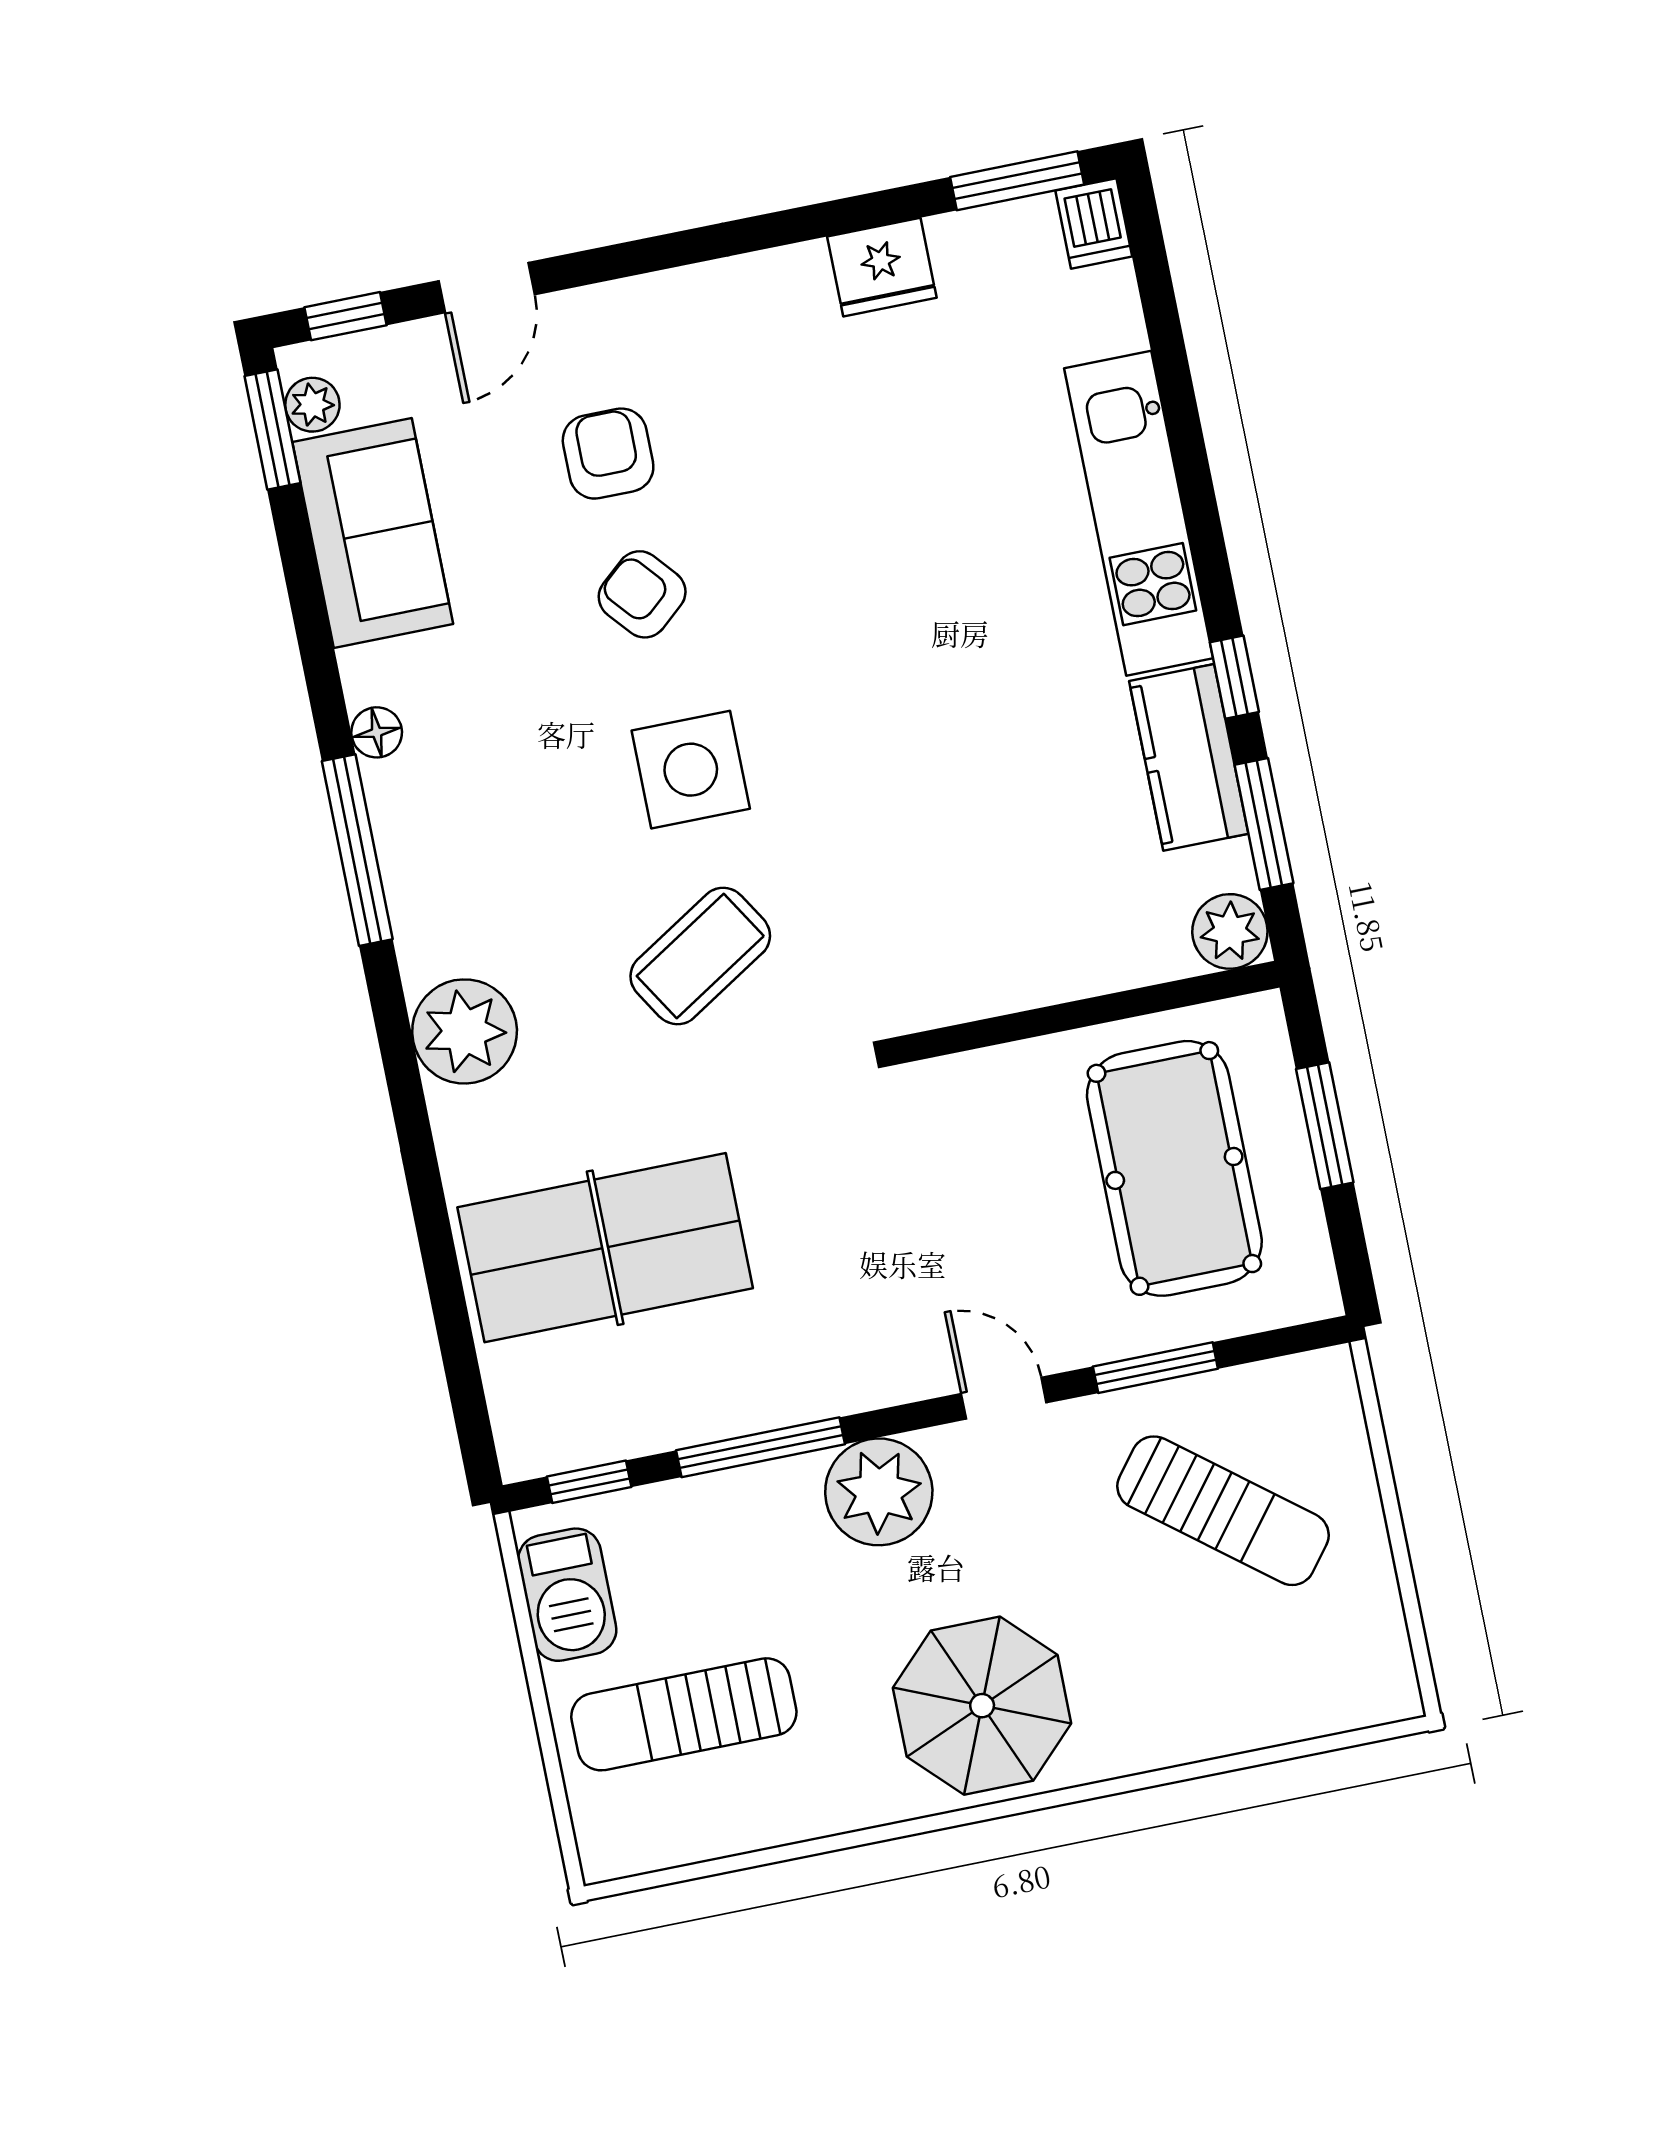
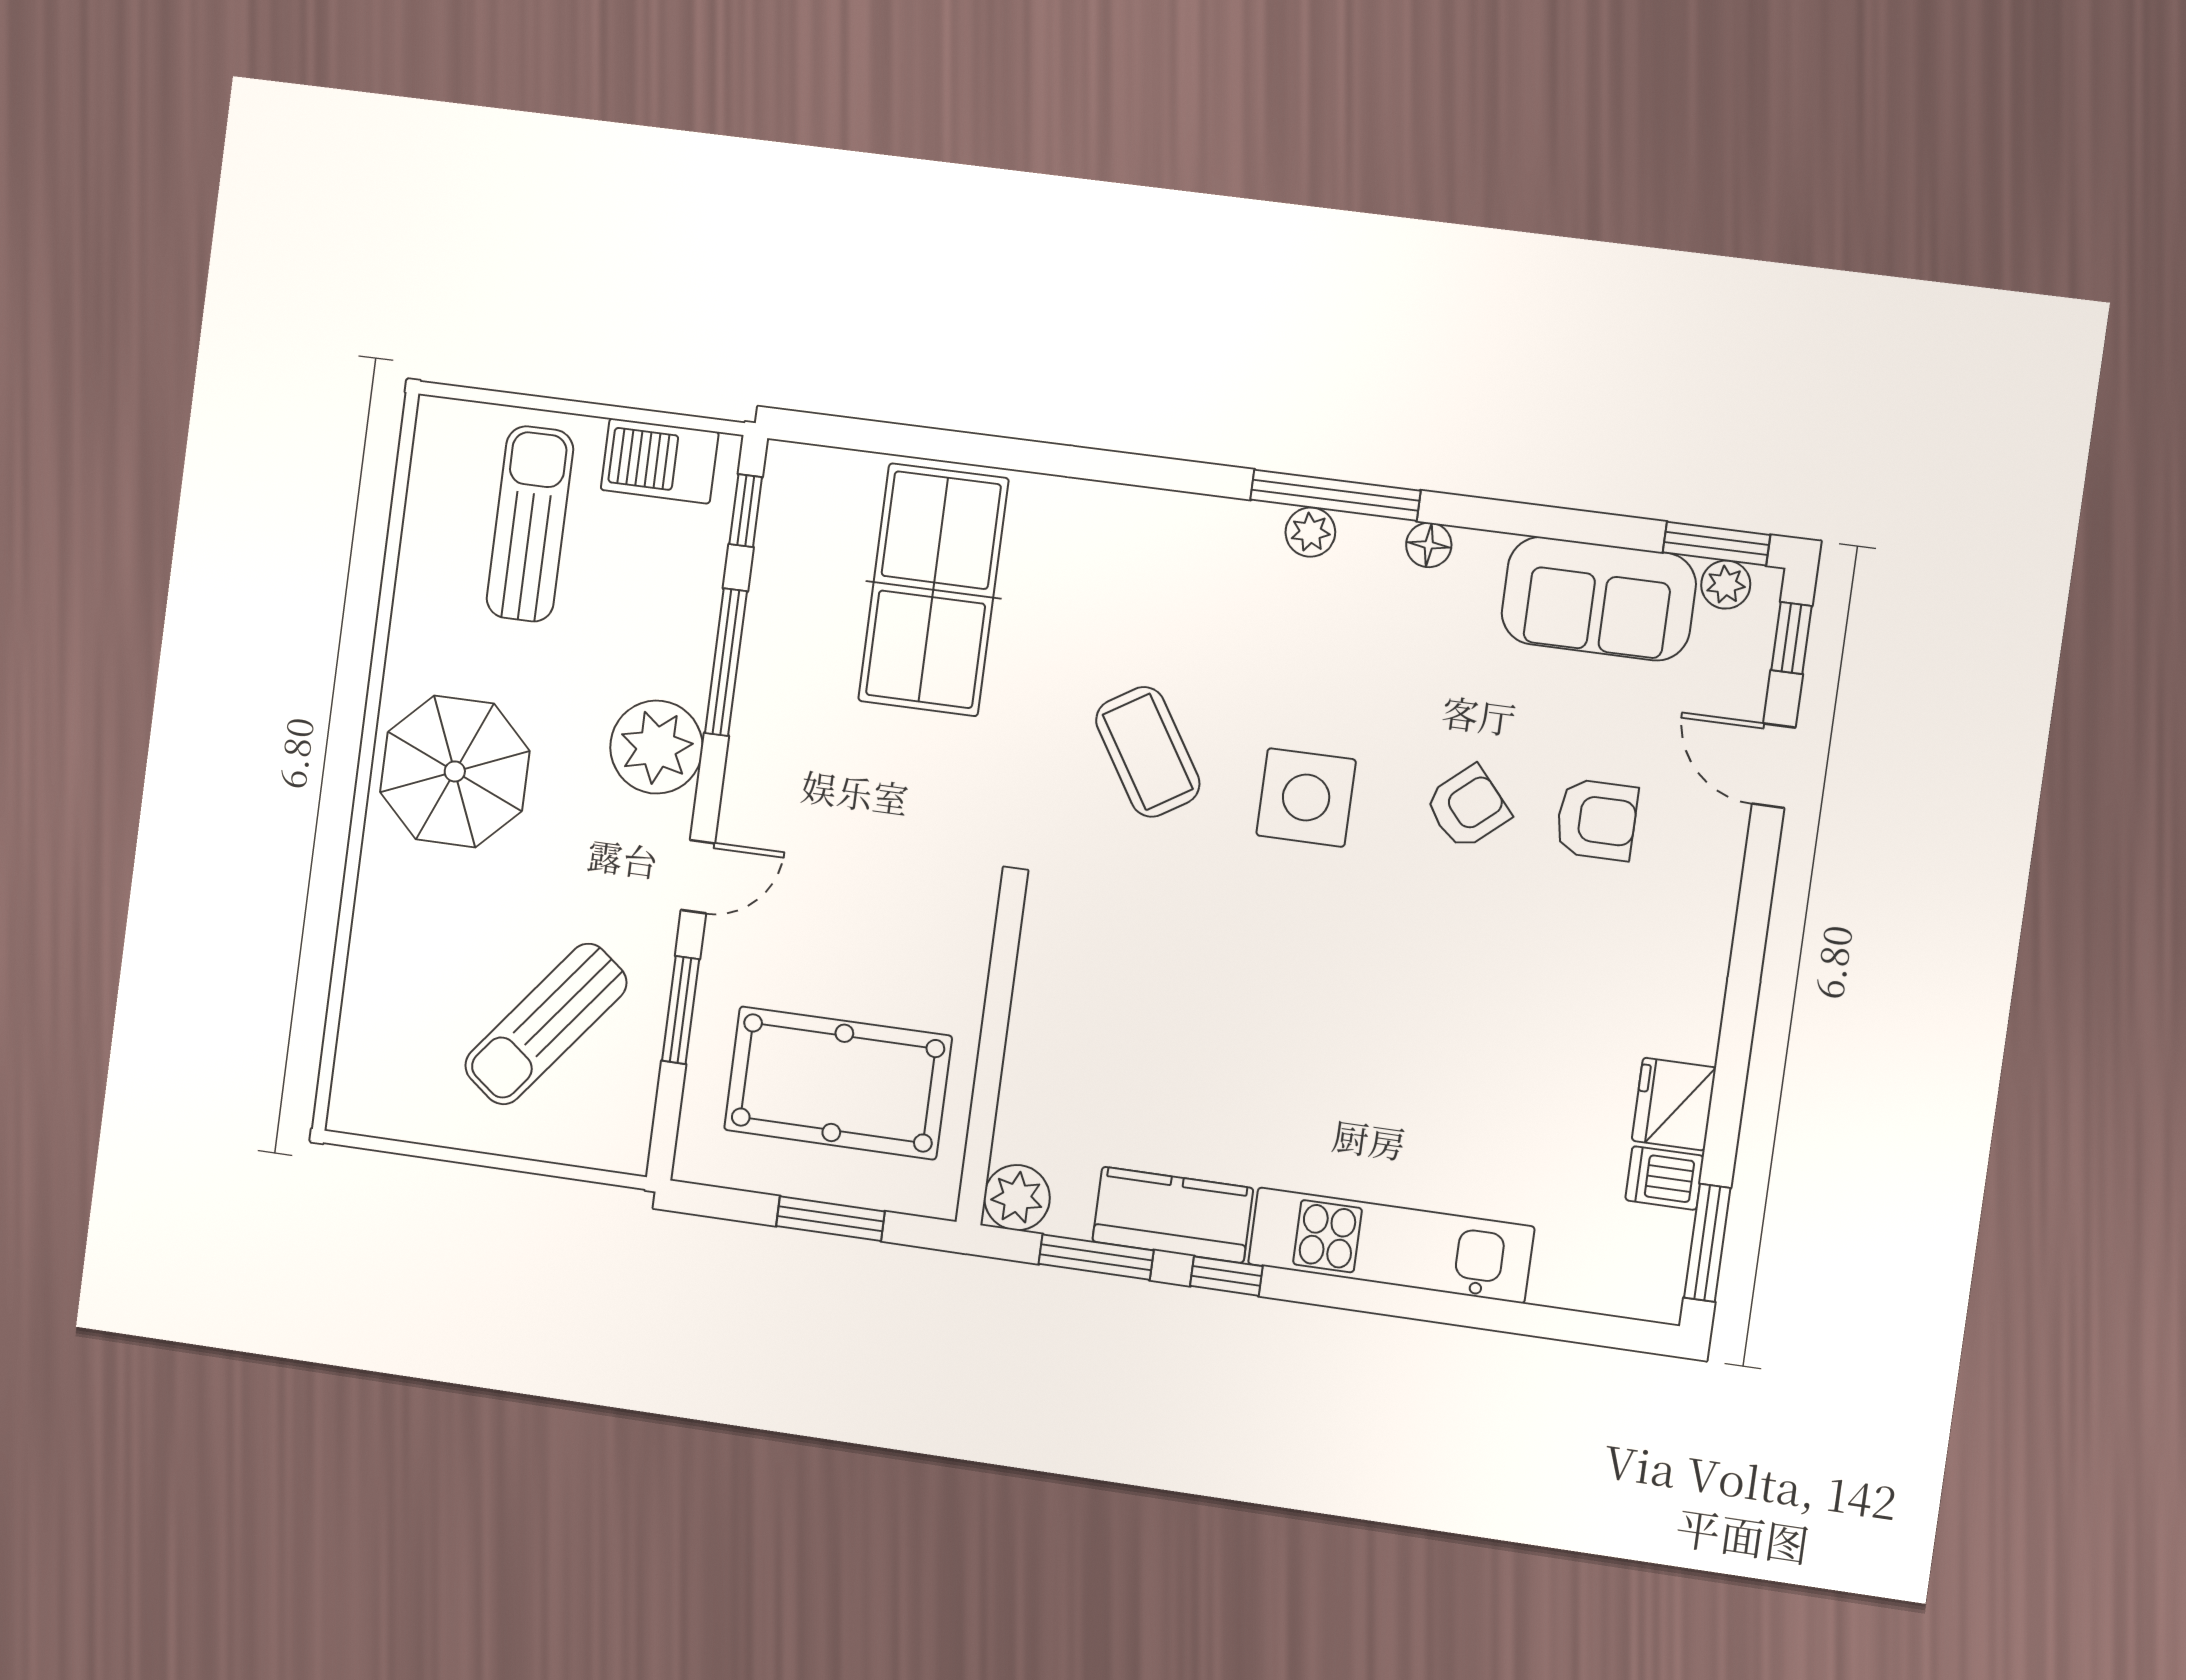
dishwasher: (1094, 224) -> (1664, 1178), moved
plant: (465, 1031) -> (1310, 532), moved, width x0.53, depth x0.53

